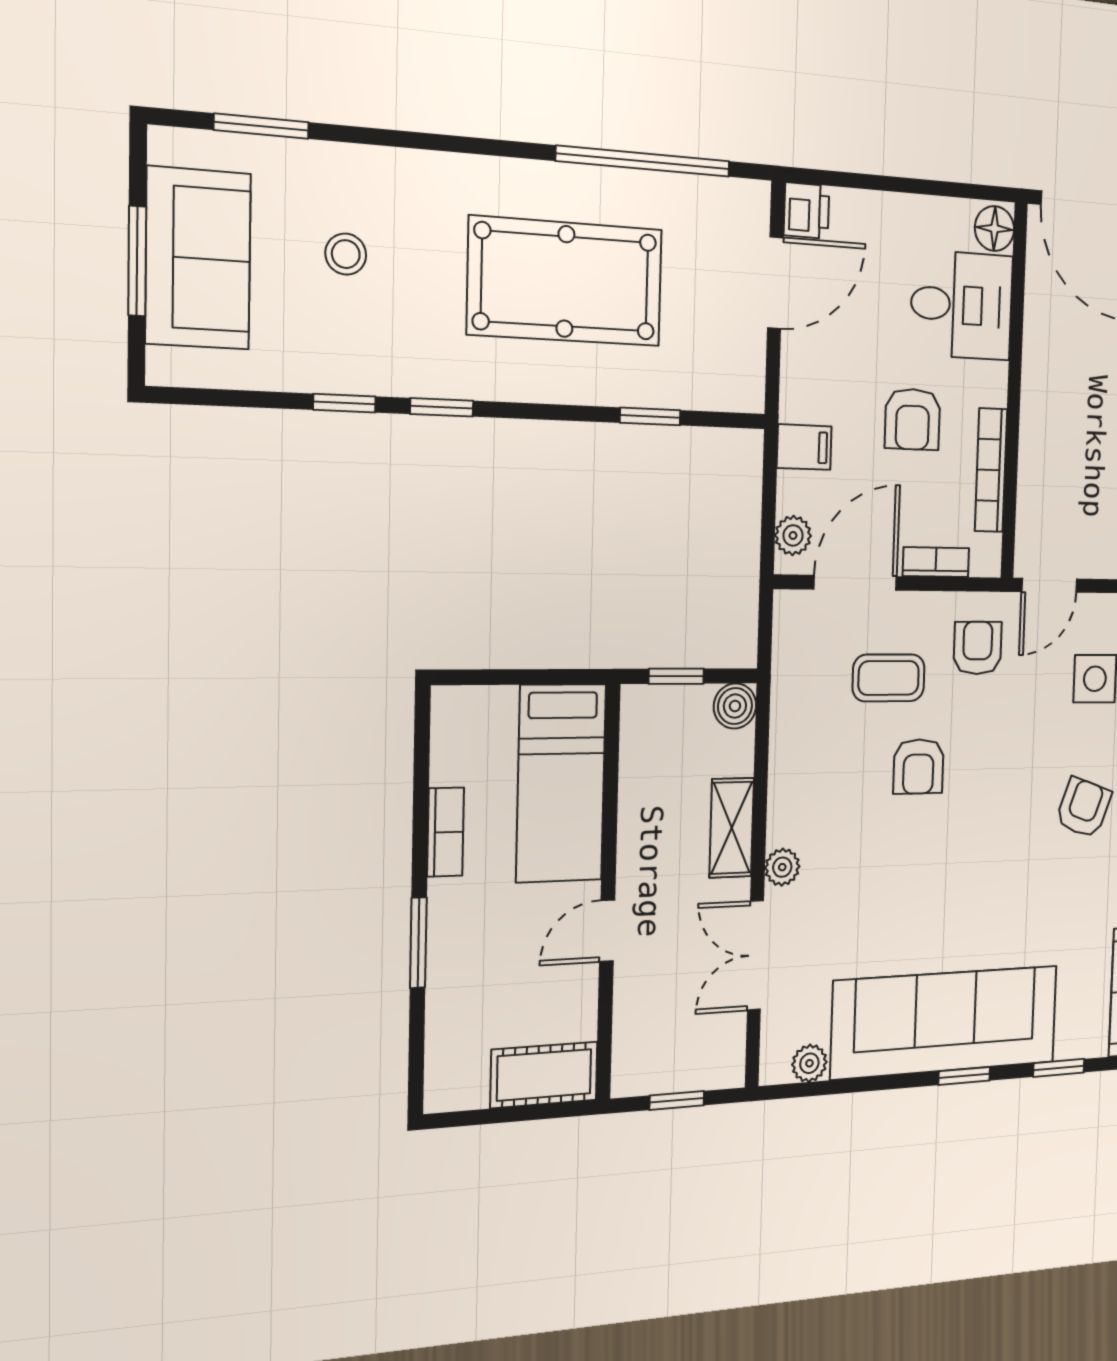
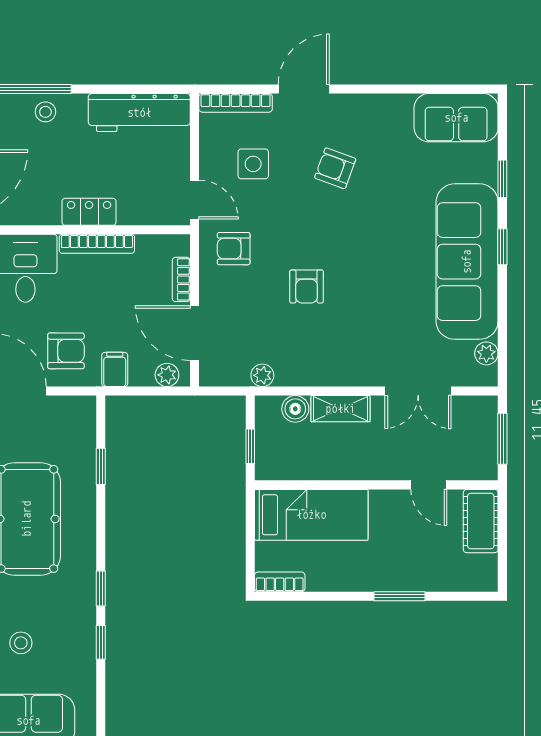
locker: (1039, 415) -> (89, 212), added
armchair: (913, 419) -> (66, 351), moved
bookcase: (991, 470) -> (97, 244), moved
coffee table: (889, 678) -> (252, 309), removed
boiler: (735, 706) -> (295, 409), moved
armchair: (918, 767) -> (306, 286), turned 90
bookcase: (446, 832) -> (280, 582), moved
plant: (782, 867) -> (262, 375), moved
door: (607, 931) -> (429, 485), moved
window: (677, 1100) -> (502, 439), width x1.50

